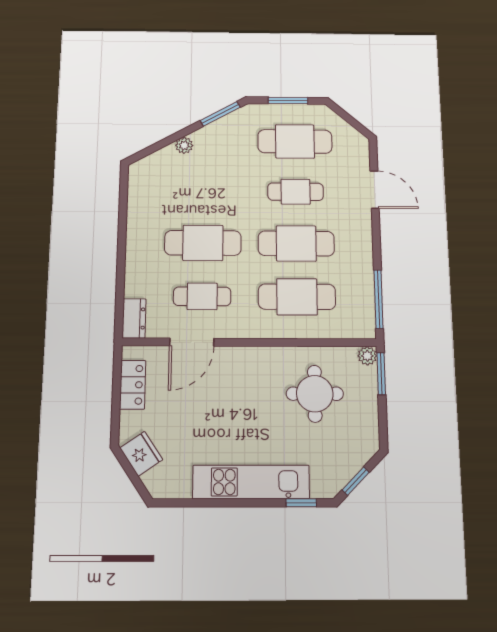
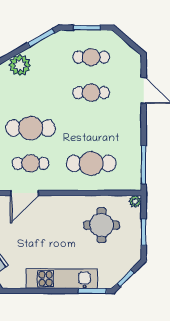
cafe table: (295, 141) -> (91, 57), width x0.73, depth x0.74
plant: (184, 145) -> (20, 65), width x1.88, depth x1.88
cafe table: (296, 243) -> (91, 128), removed
window: (381, 374) -> (144, 232), moved
window: (301, 503) -> (92, 291), width x1.50

